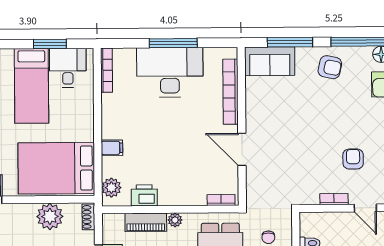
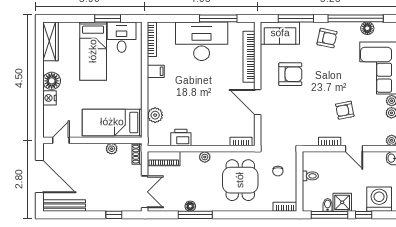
window: (173, 43) -> (218, 18), moved
armchair: (283, 114) -> (290, 74), added
filing cabinet: (112, 148) -> (156, 71), moved
armchair: (353, 159) -> (345, 110), turned -101
bed: (56, 168) -> (112, 122), width x0.67
plant: (111, 188) -> (155, 115), moved
plant: (50, 216) -> (112, 149), width x0.53, depth x0.53
piano: (146, 222) -> (164, 159), moved

